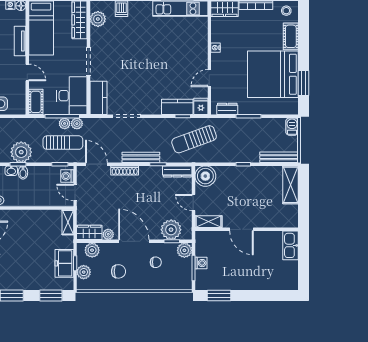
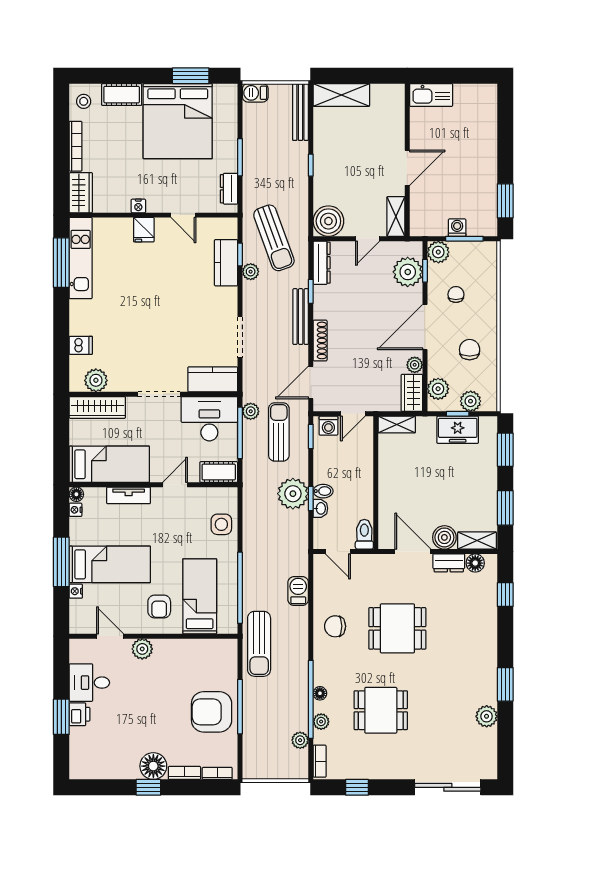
fridge: (201, 106) -> (144, 230), moved, turned -90
plant: (65, 123) -> (251, 272), moved

